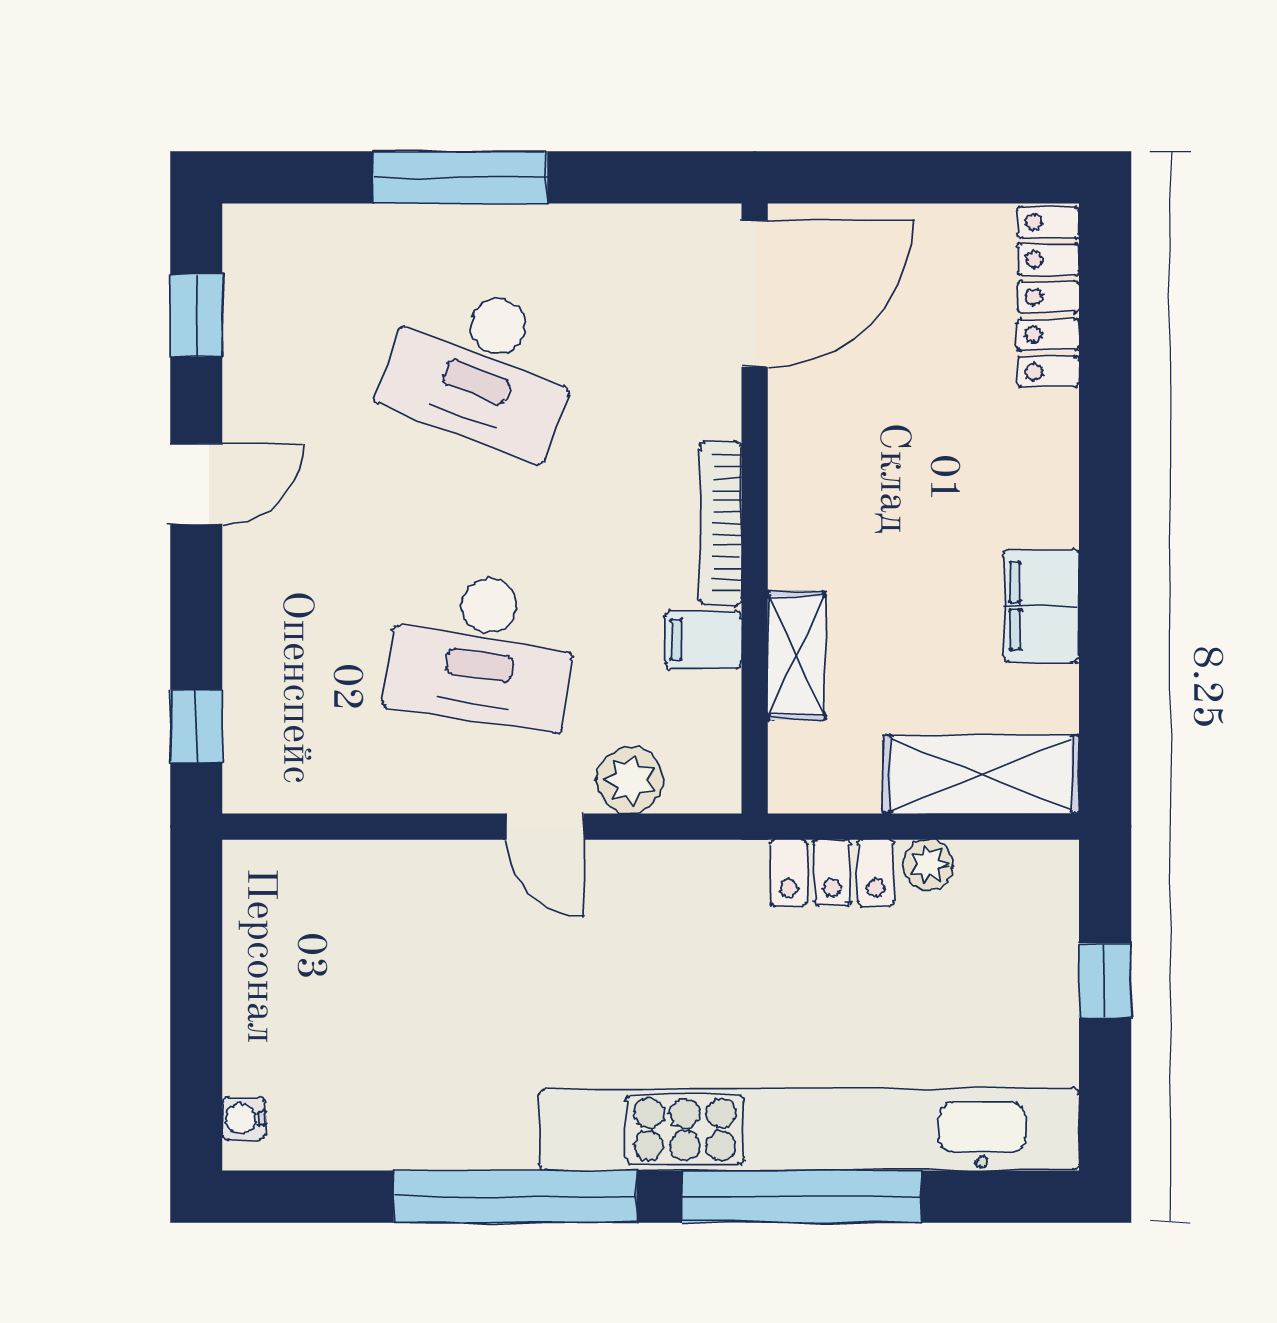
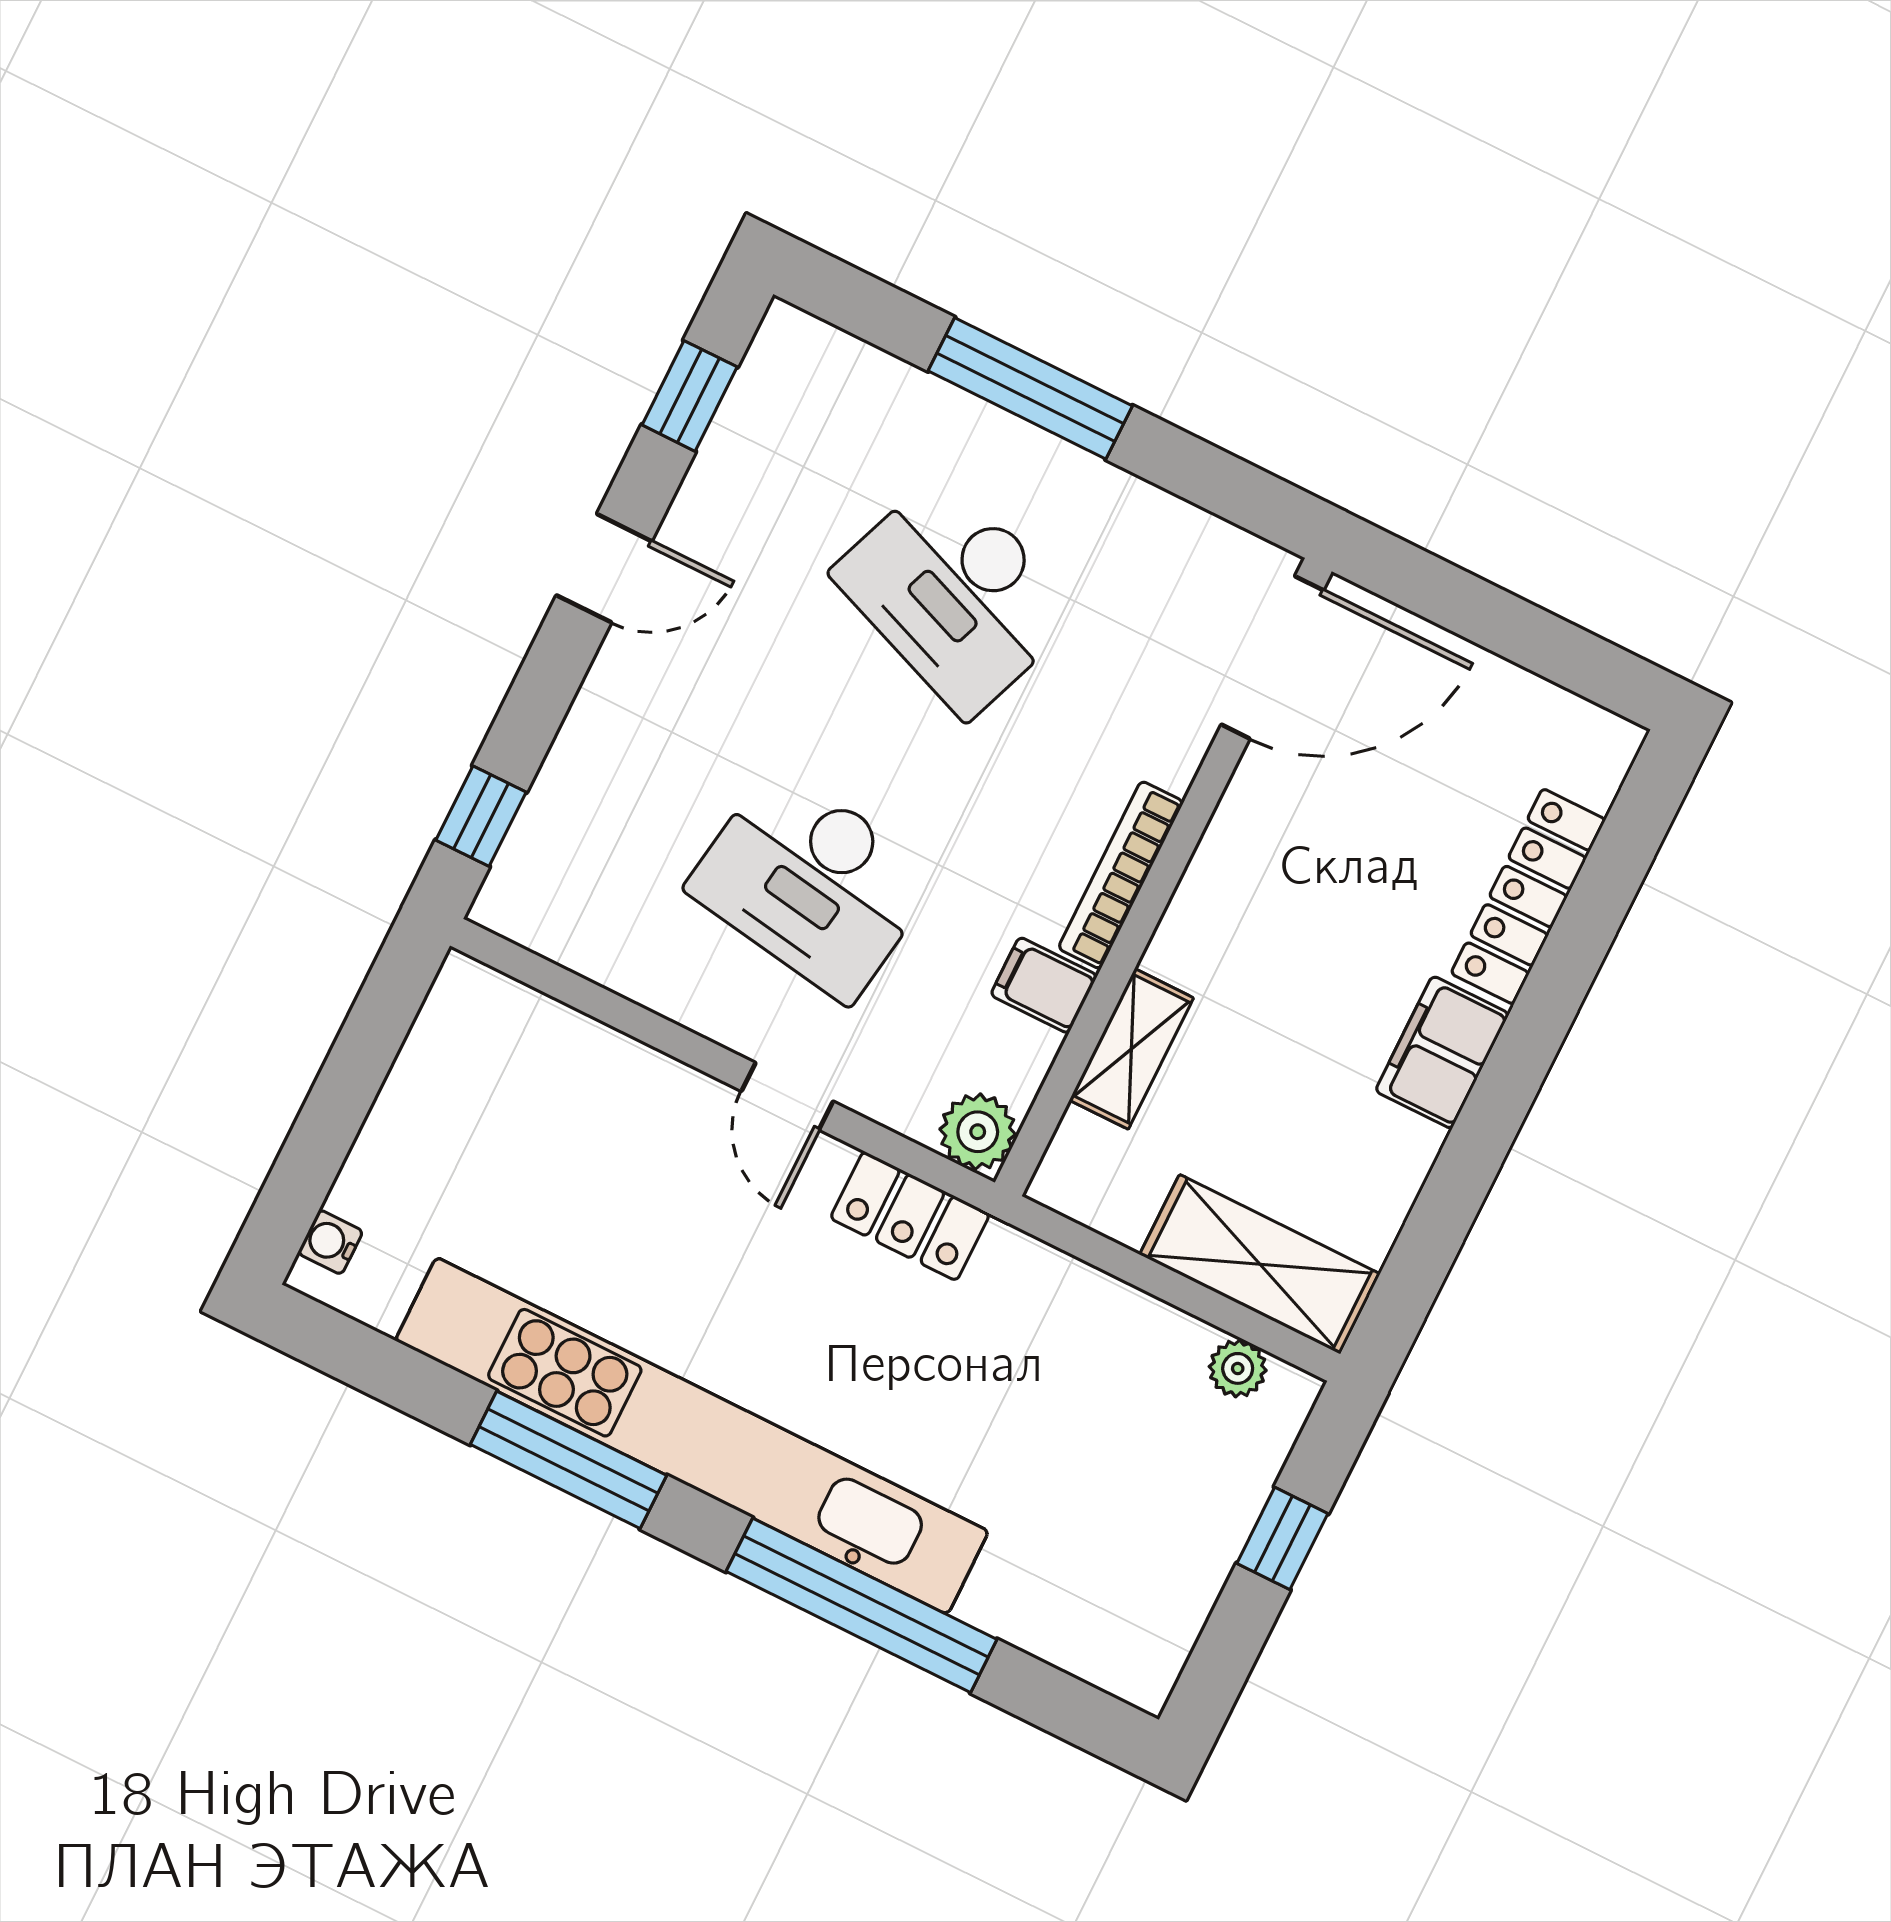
locker: (1048, 297) -> (1528, 896), moved
filing cabinet: (1041, 606) -> (1442, 1052), moved
plant: (630, 780) -> (978, 1132), moved
plant: (928, 865) -> (1238, 1368), moved
locker: (832, 873) -> (910, 1216), moved
kitchen unit: (809, 1130) -> (692, 1436), moved
window: (515, 1197) -> (568, 1460), width x0.68

